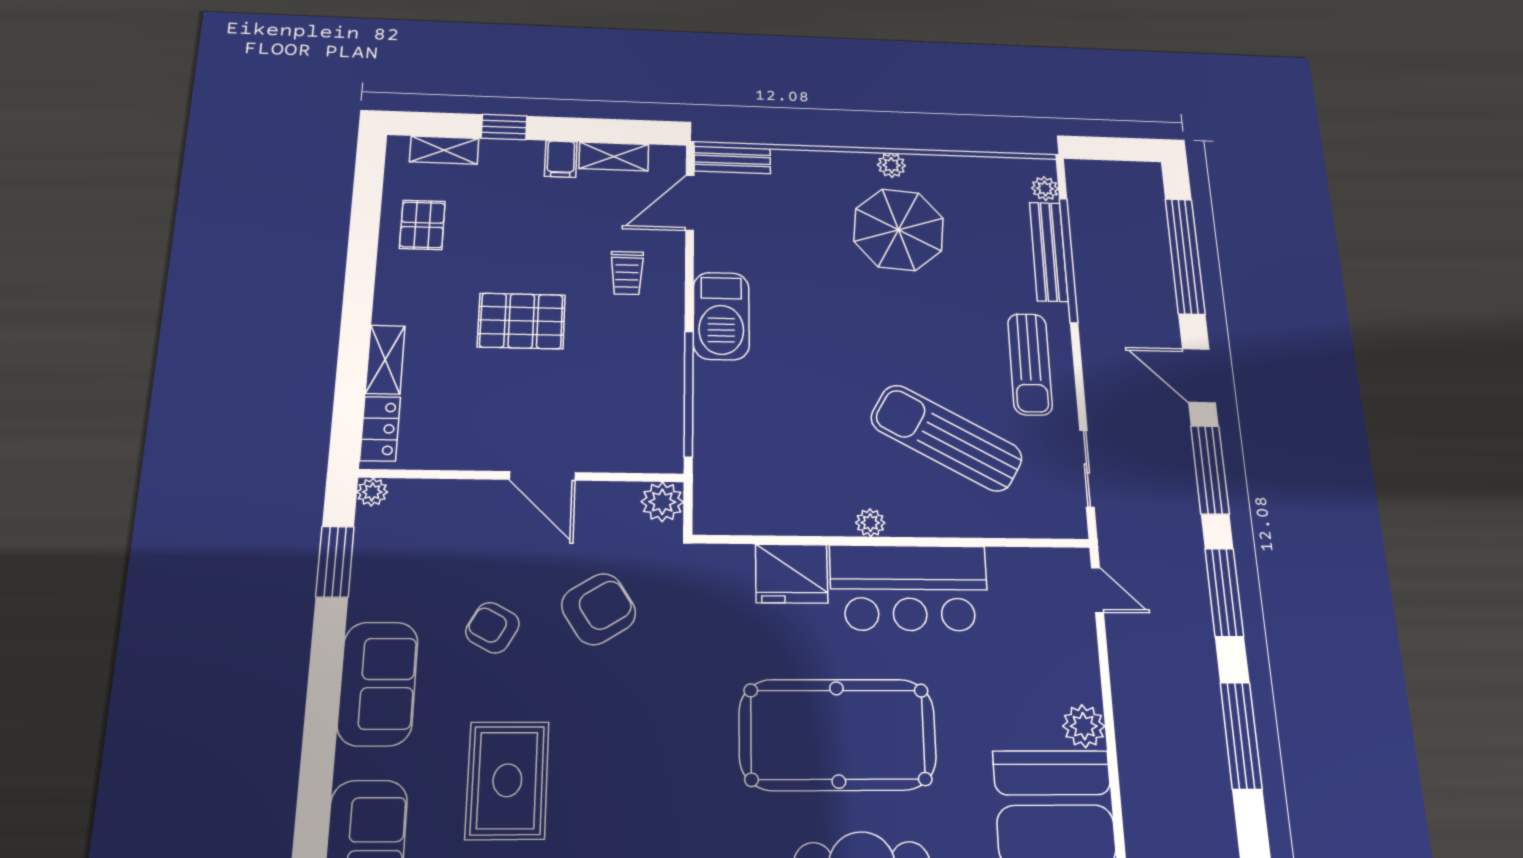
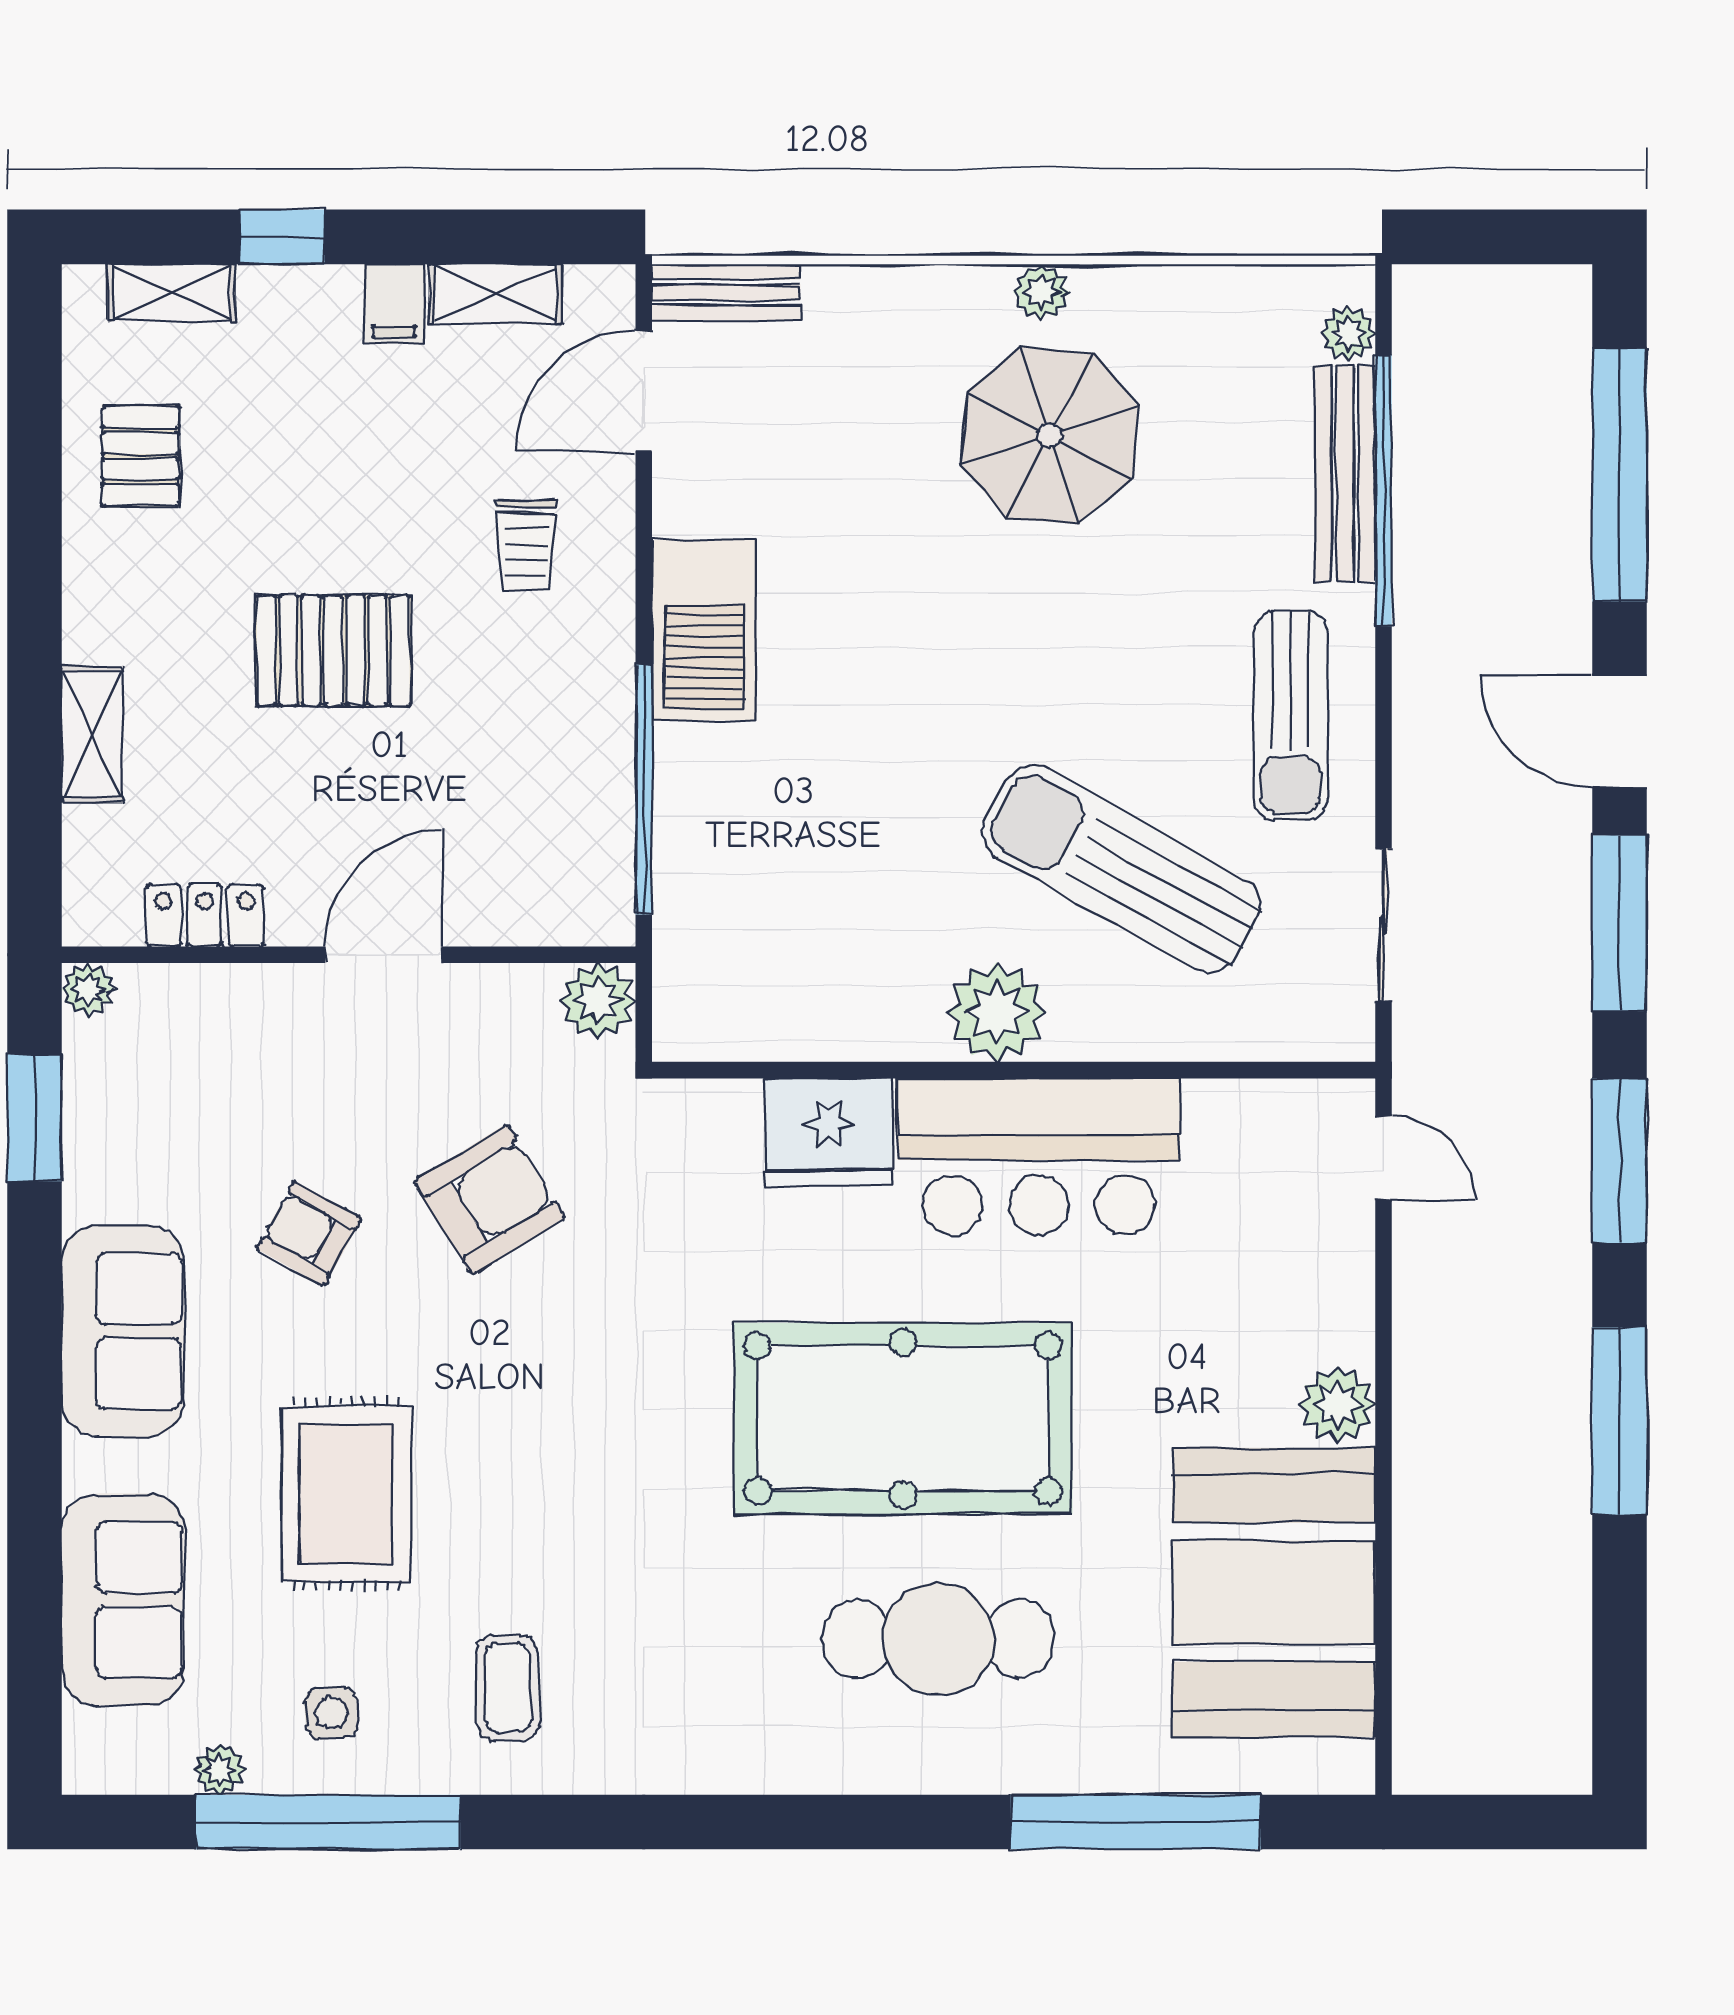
locker: (380, 429) -> (205, 915), moved, turned -90
door: (542, 476) -> (384, 955), swing flipped
plant: (870, 523) -> (997, 1012), width x1.87, depth x1.87

